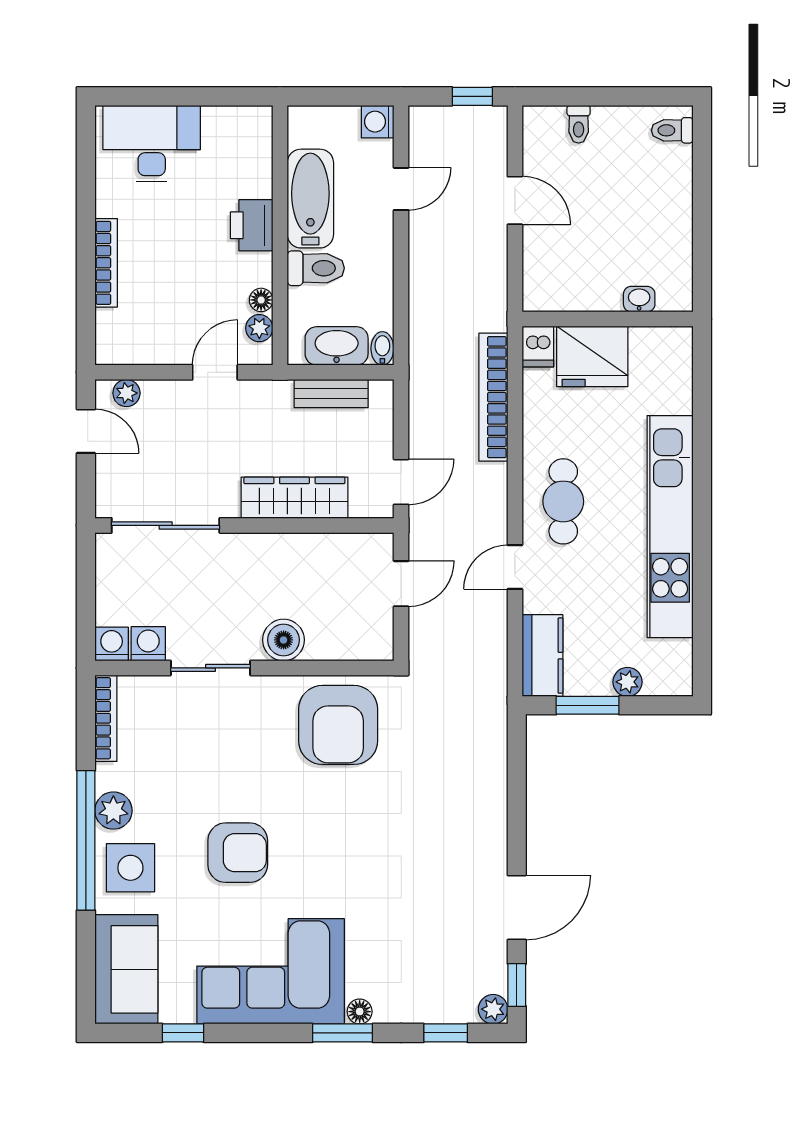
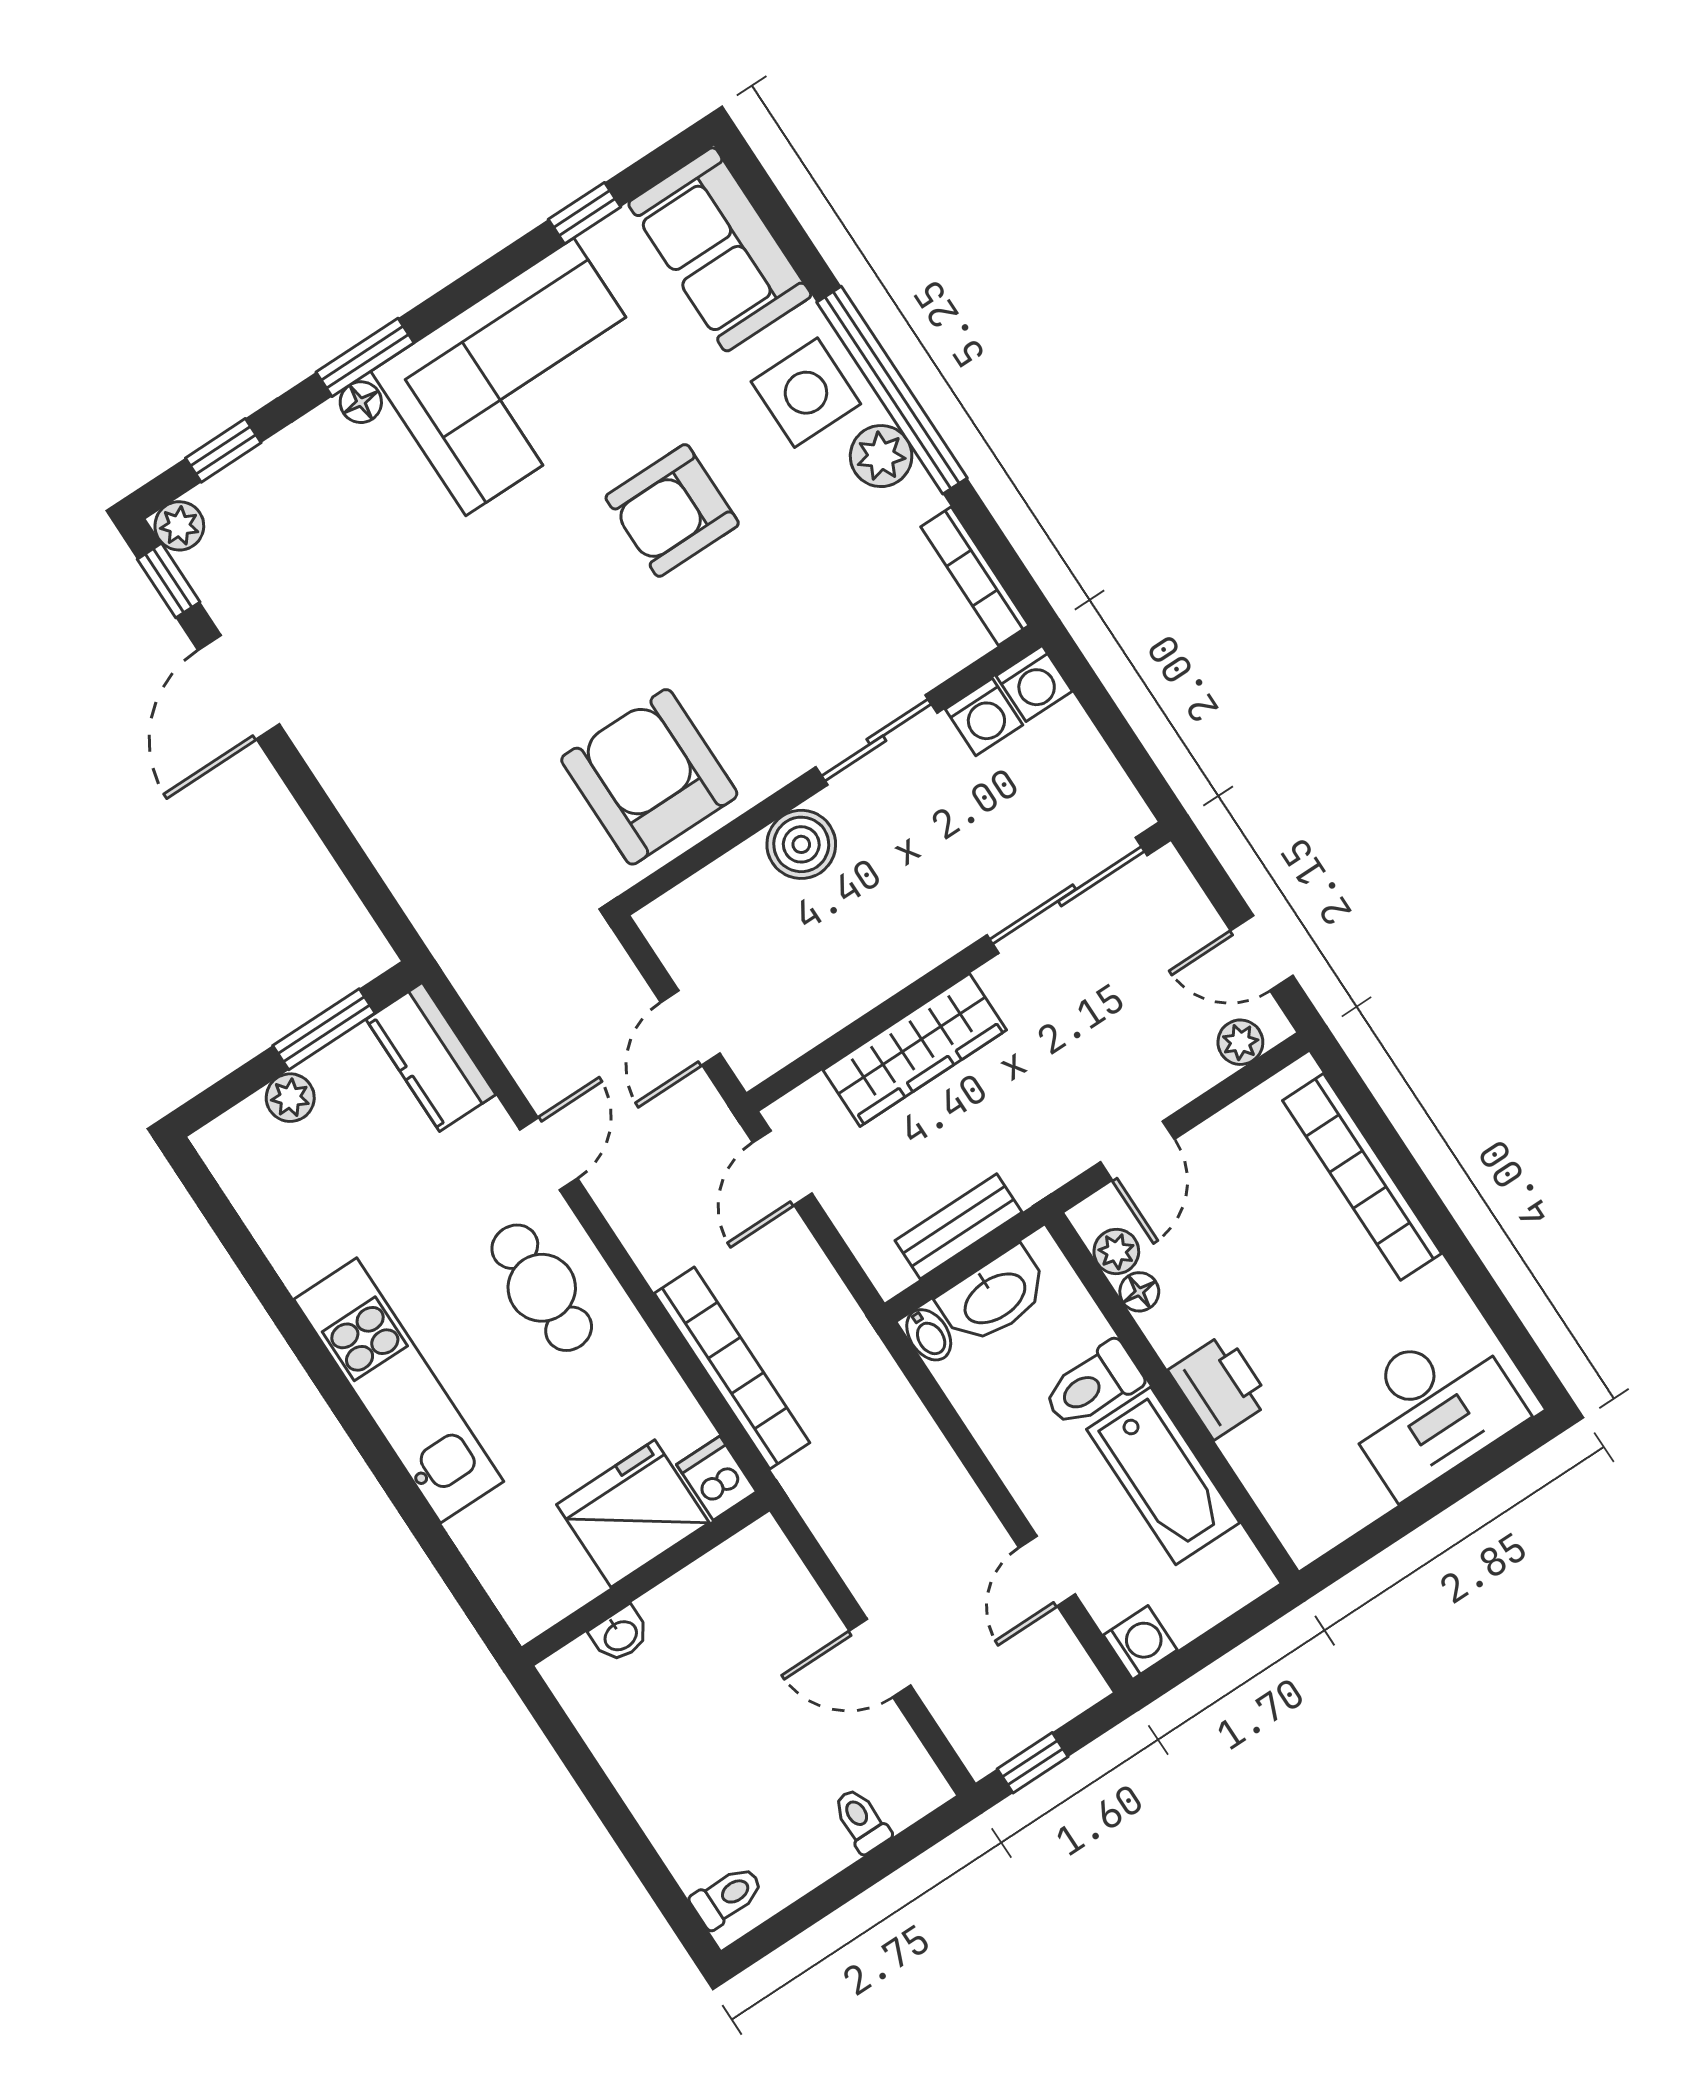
bookcase: (106, 263) -> (1362, 1177), width x1.48, depth x1.31
kitchen unit: (670, 527) -> (399, 1390), width x0.73

